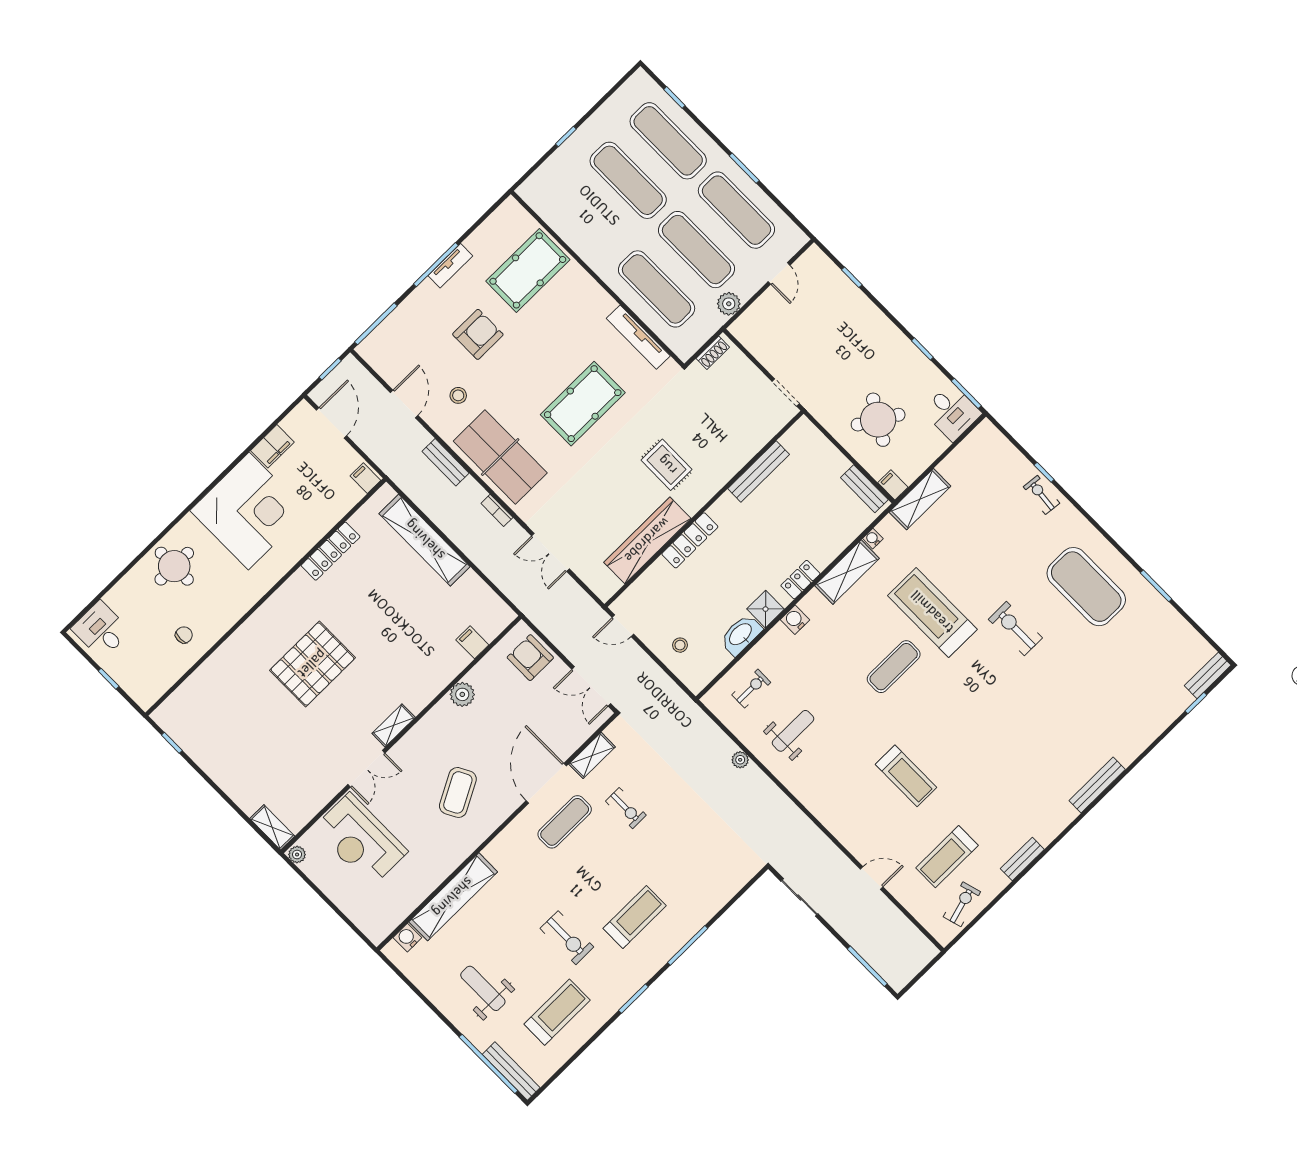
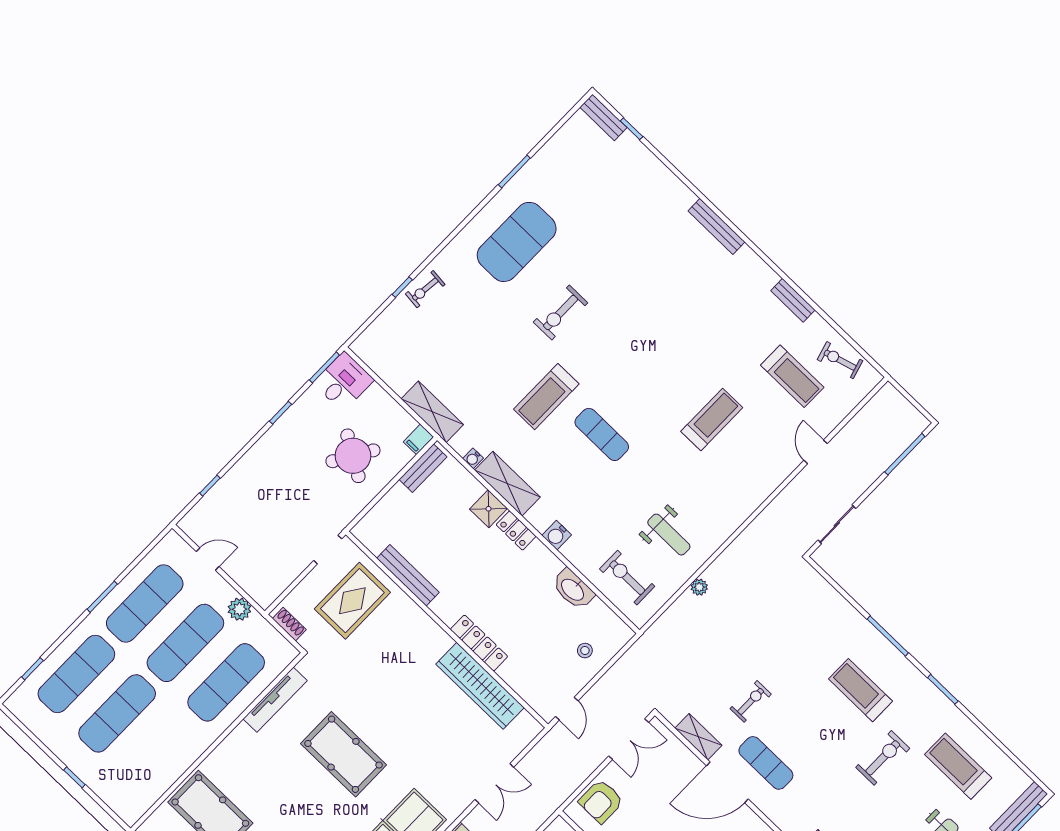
rug: (667, 465) -> (352, 601), moved, width x1.36, depth x1.43
shower: (765, 609) -> (489, 509), moved
treadmill: (932, 612) -> (546, 397), width x0.73, depth x0.73
exercise bike: (751, 689) -> (627, 578), width x1.38, depth x1.39
weight bench: (793, 731) -> (669, 535), turned 180

